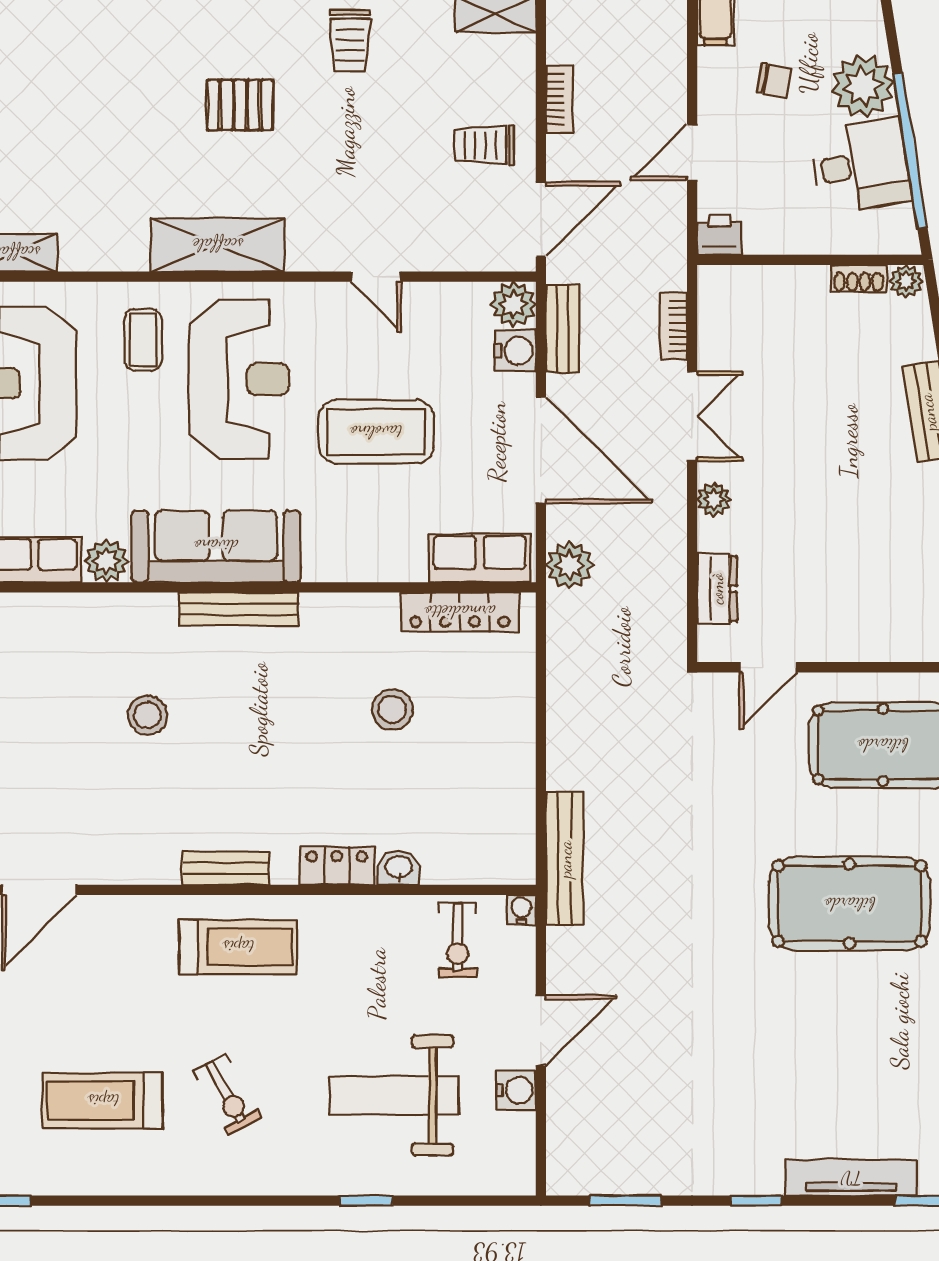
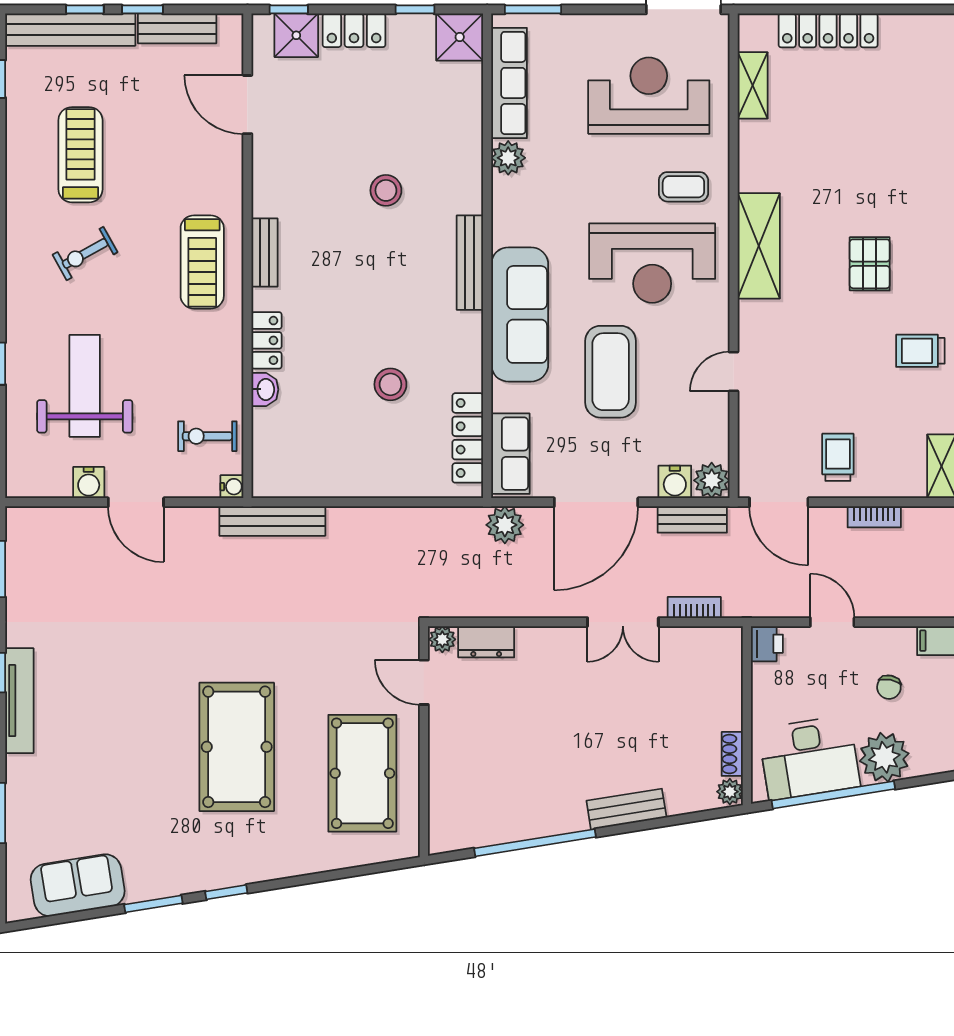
desk: (861, 165) -> (809, 758), width x1.37
plant: (714, 499) -> (442, 639), moved
sofa: (216, 546) -> (520, 314), moved
tv unit: (851, 1178) -> (19, 701), moved

